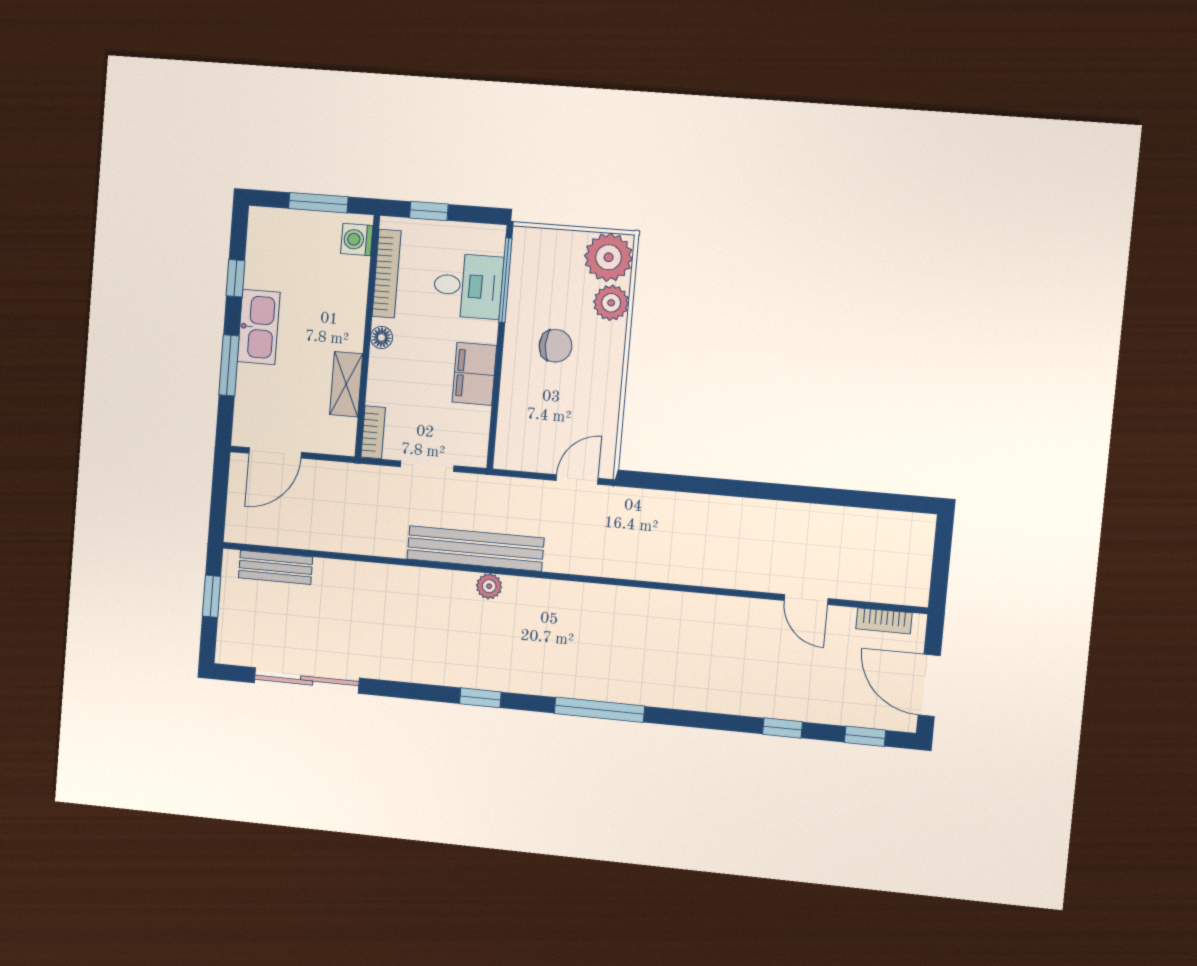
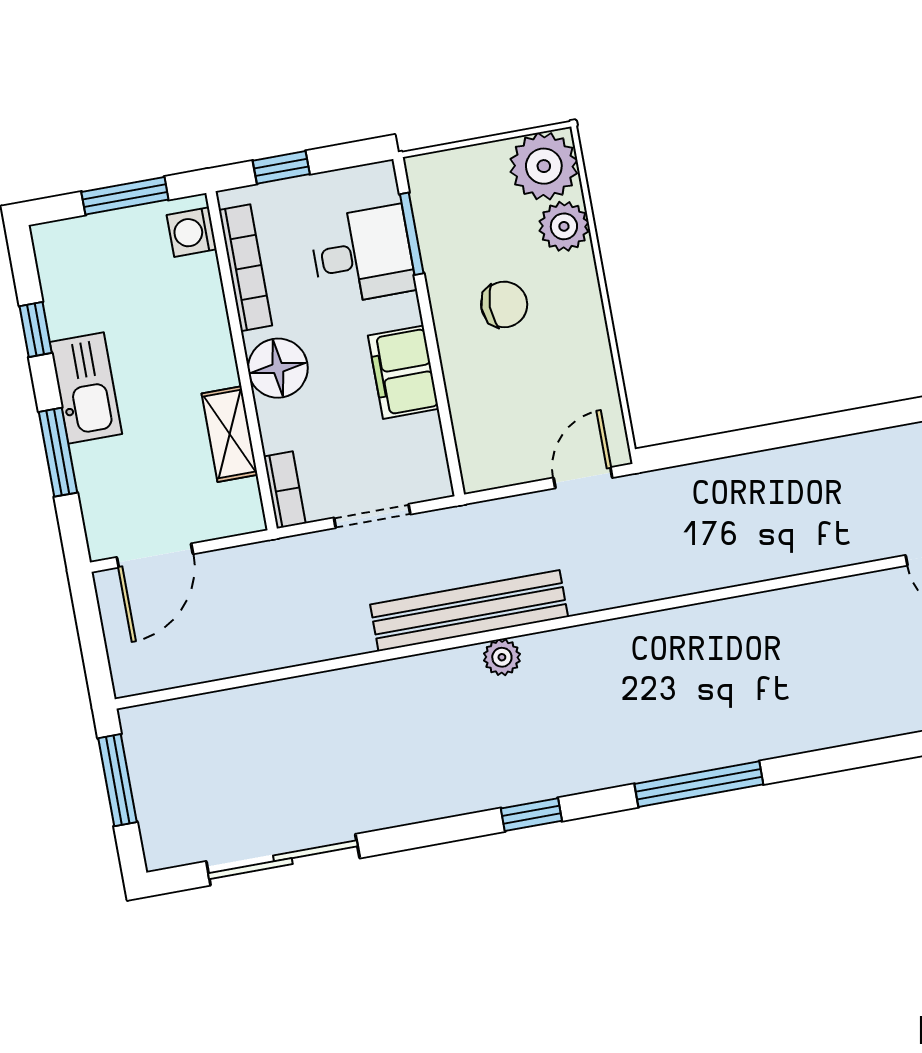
window: (505, 280) -> (412, 234), width x0.69
floor lamp: (381, 337) -> (278, 368), width x1.89, depth x1.89
bench: (276, 567) -> (197, 714), removed
window: (212, 596) -> (118, 780), width x1.50

